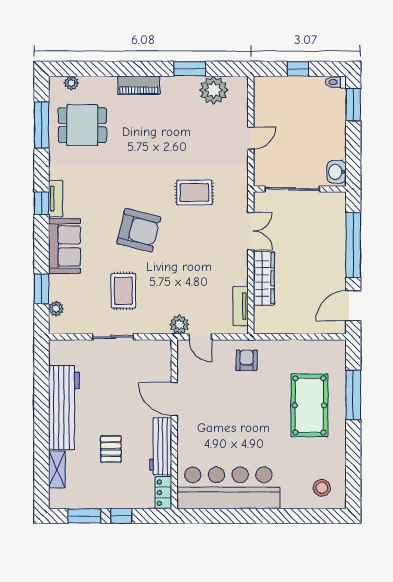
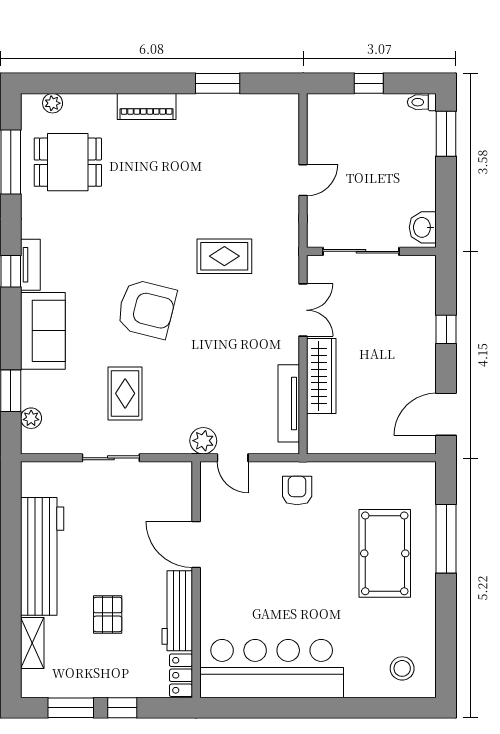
plant: (214, 90) -> (251, 113), removed
window: (353, 245) -> (446, 329), width x0.32
tv unit: (241, 306) -> (289, 403), width x1.41

